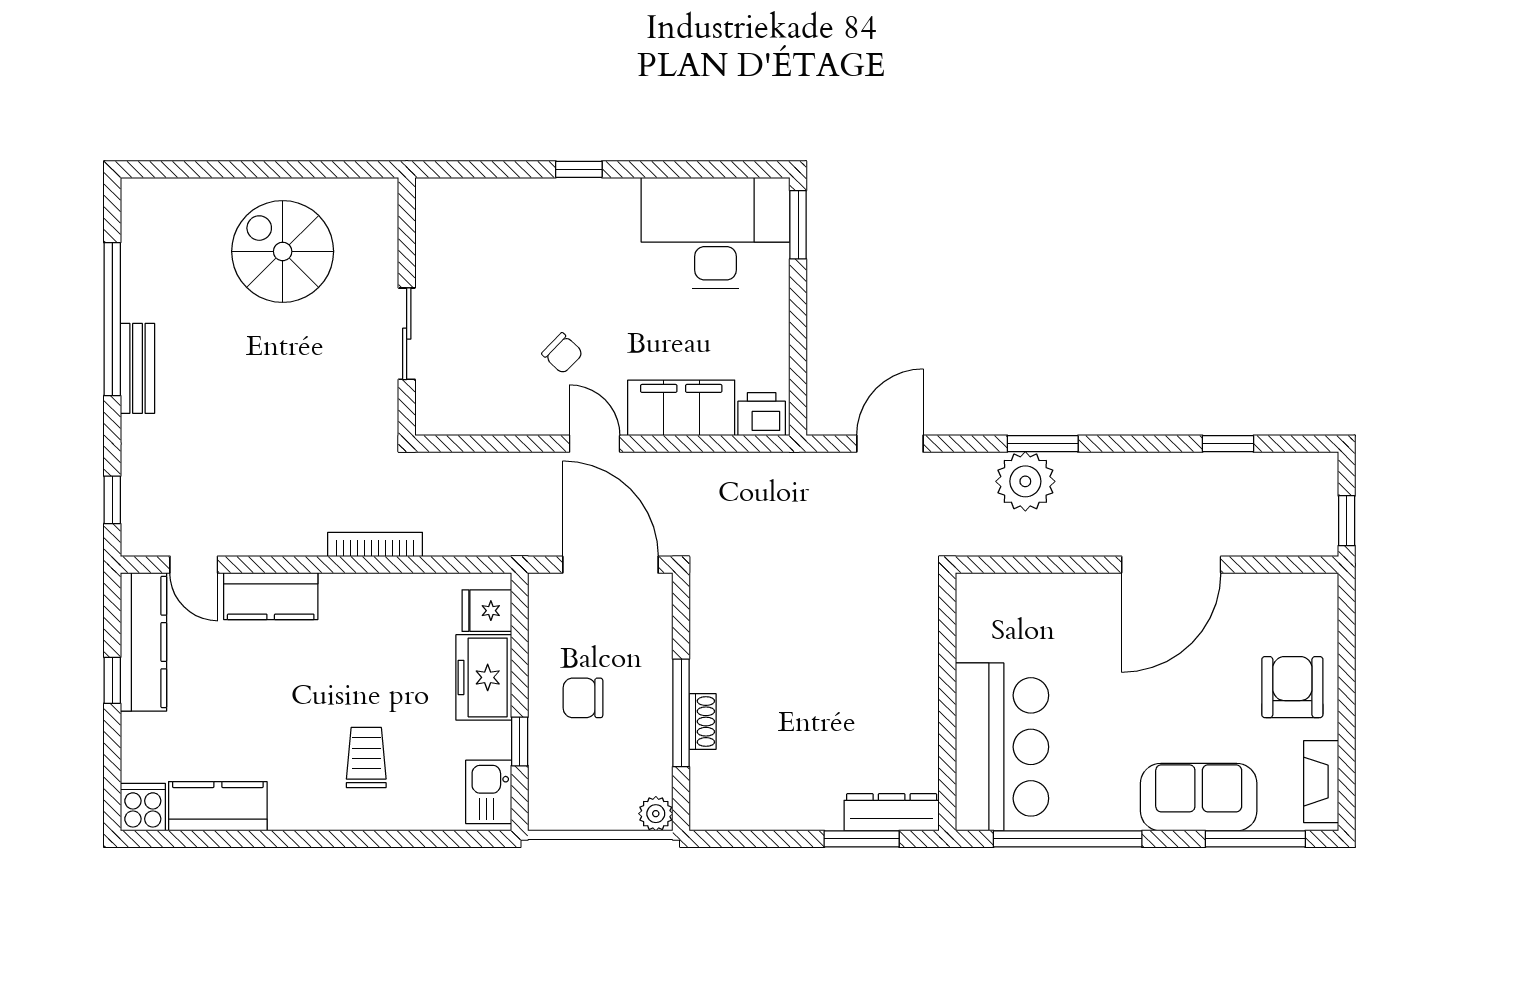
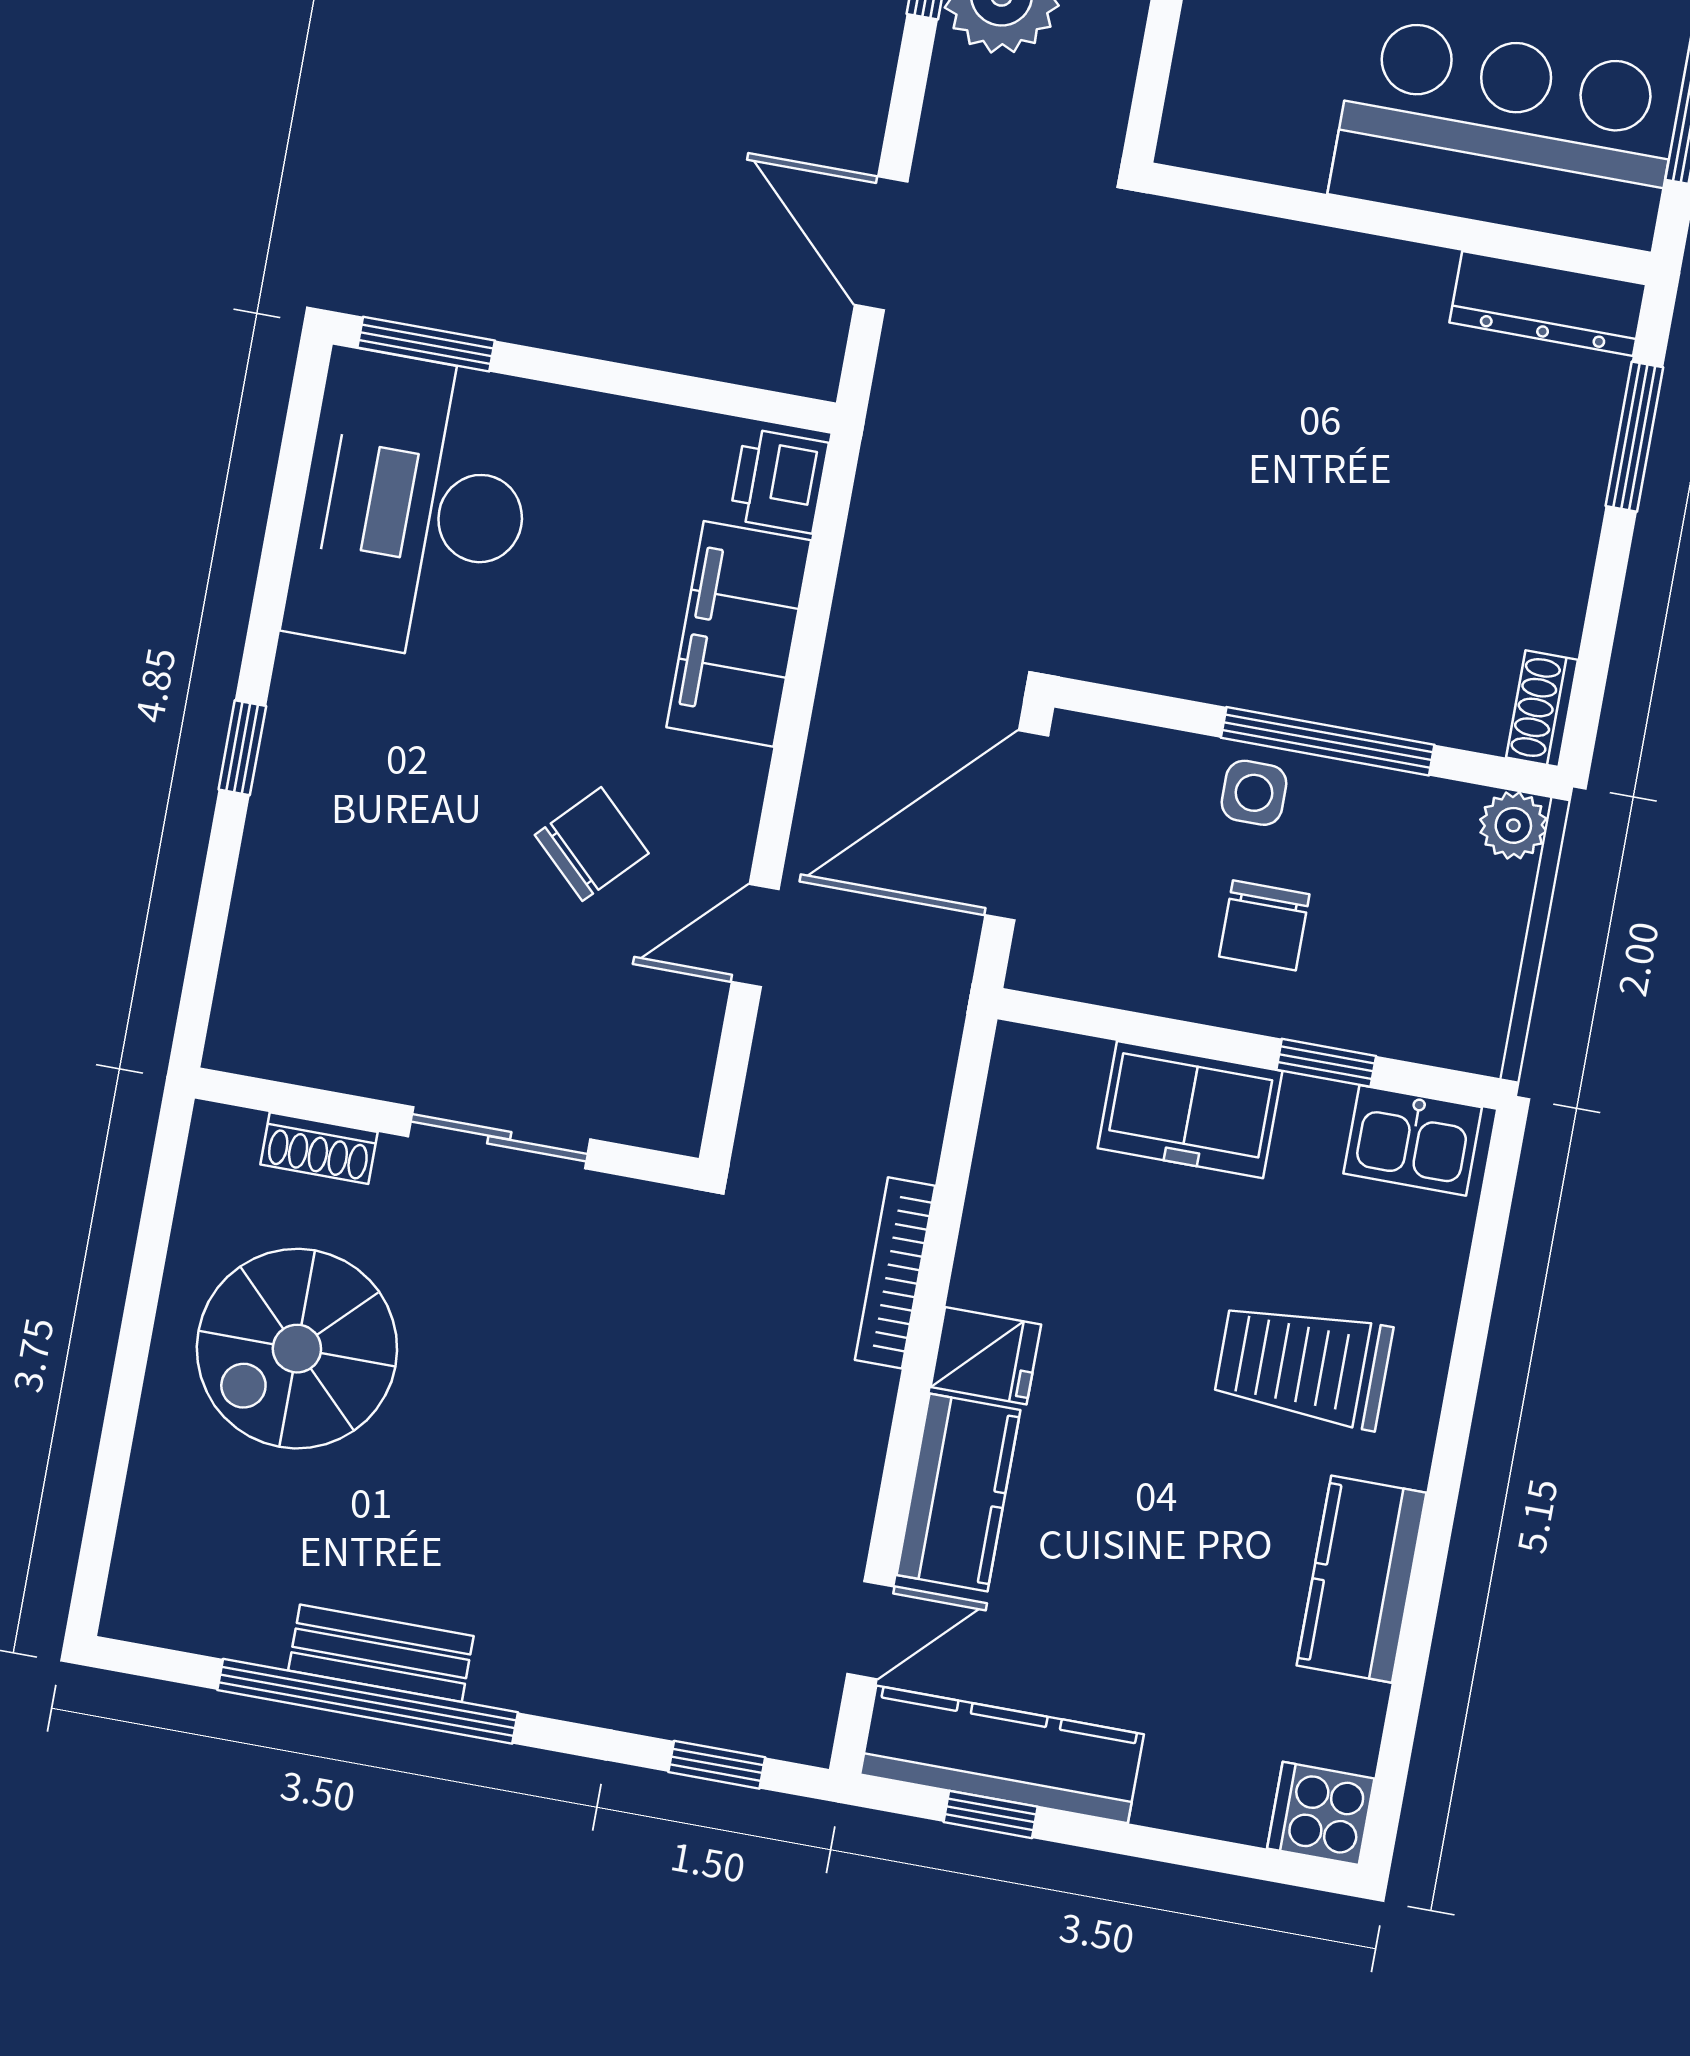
shoe rack: (385, 244) -> (319, 1148), added
chair: (562, 353) -> (592, 844), width x1.37, depth x1.37
bench: (137, 368) -> (381, 1653), moved
door: (595, 444) -> (755, 936), moved
fridge: (487, 611) -> (986, 1356), moved, turned -90
window: (112, 680) -> (991, 1814), moved
side table: (648, 681) -> (1254, 793), added
shoe rack: (703, 722) -> (1542, 709), moved, turned -90
trolley: (366, 757) -> (1303, 1365), width x1.36, depth x1.39
kitchen counter: (218, 806) -> (1362, 1579), moved
dresser: (892, 812) -> (1548, 303), moved, turned -90

